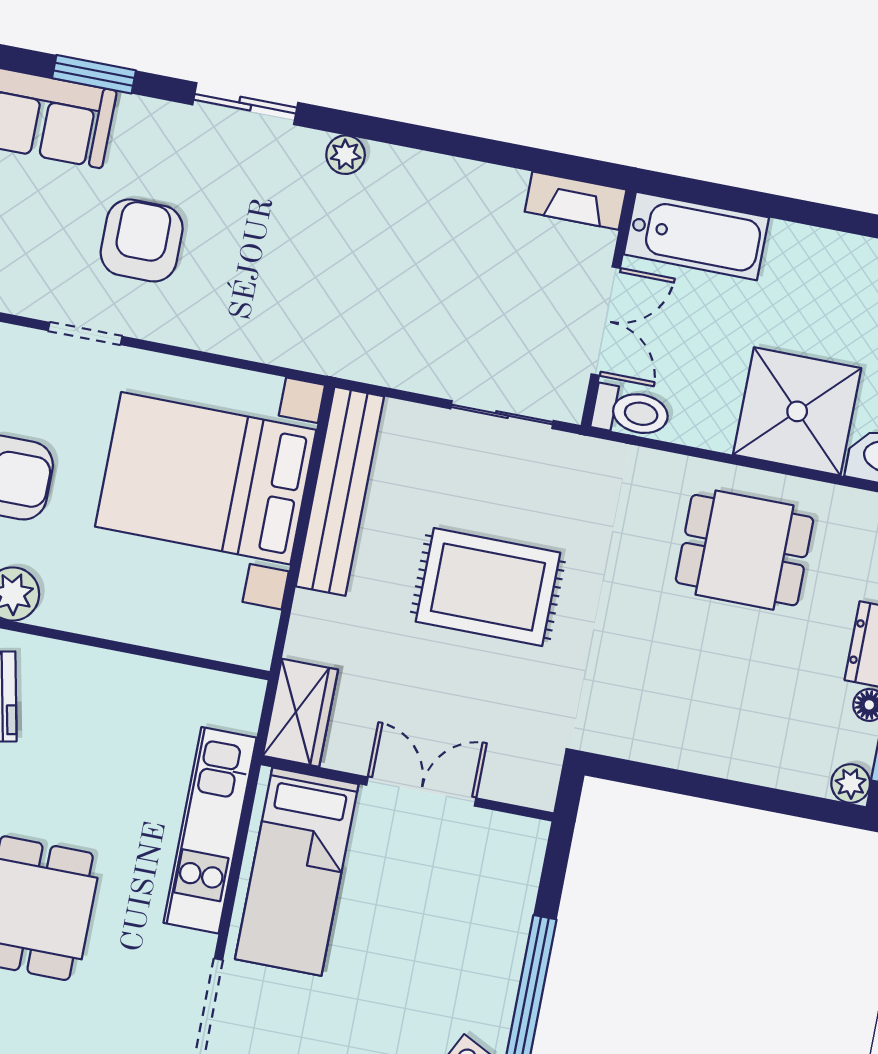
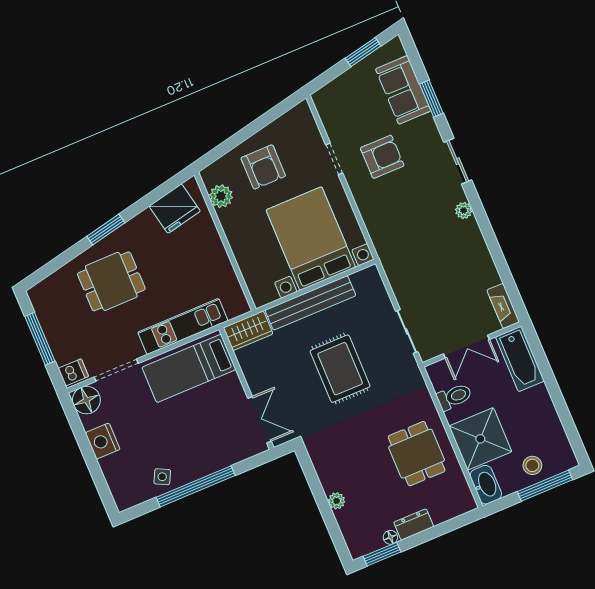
toilet: (631, 412) -> (454, 397), moved, turned -90
bench: (340, 491) -> (310, 303), moved
plant: (851, 783) -> (337, 501), moved
double door: (421, 792) -> (259, 420), moved

